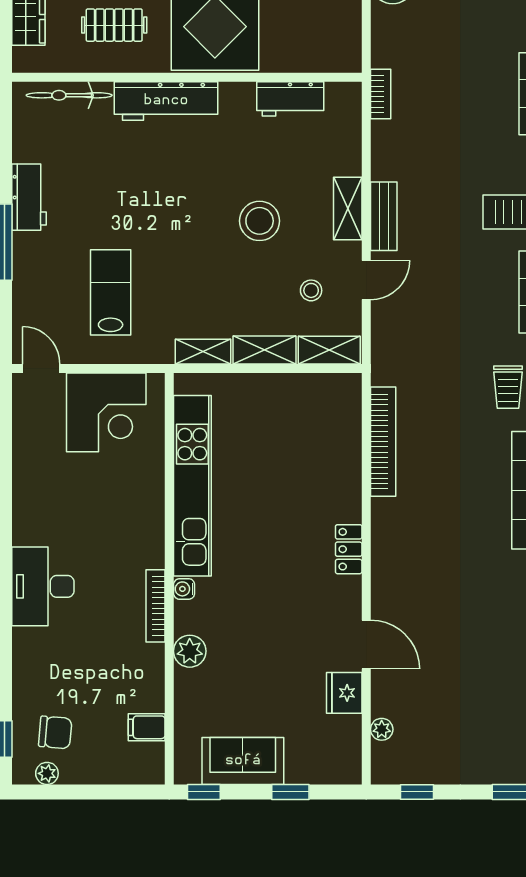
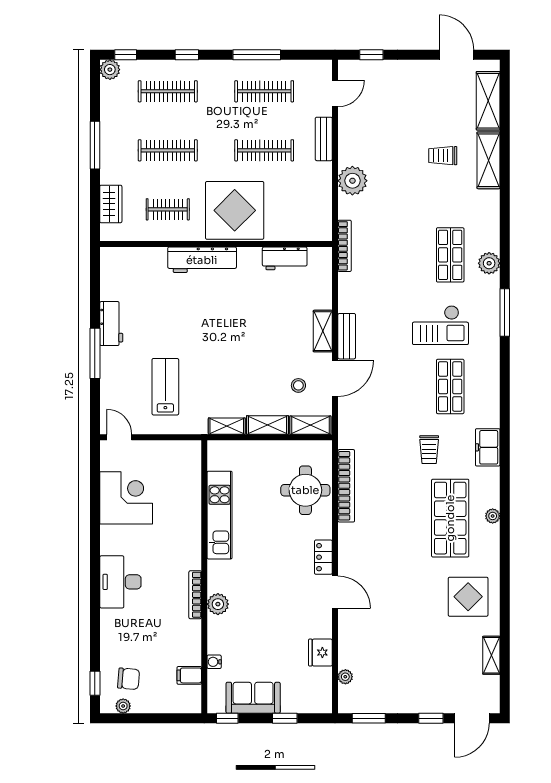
bookcase: (381, 94) -> (345, 246), width x1.56
bicycle: (69, 95) -> (138, 256), removed
stool: (260, 221) -> (264, 339), removed
door: (366, 280) -> (335, 379), width x1.38
corner desk: (106, 412) -> (126, 498), moved, turned -90
round table: (322, 448) -> (305, 490), added
kitchen unit: (192, 486) -> (220, 515), width x0.73
water cooler: (184, 589) -> (214, 662), moved
door: (366, 645) -> (335, 592), moved
plant: (190, 651) -> (218, 604), moved
window: (417, 792) -> (369, 718), width x1.50

